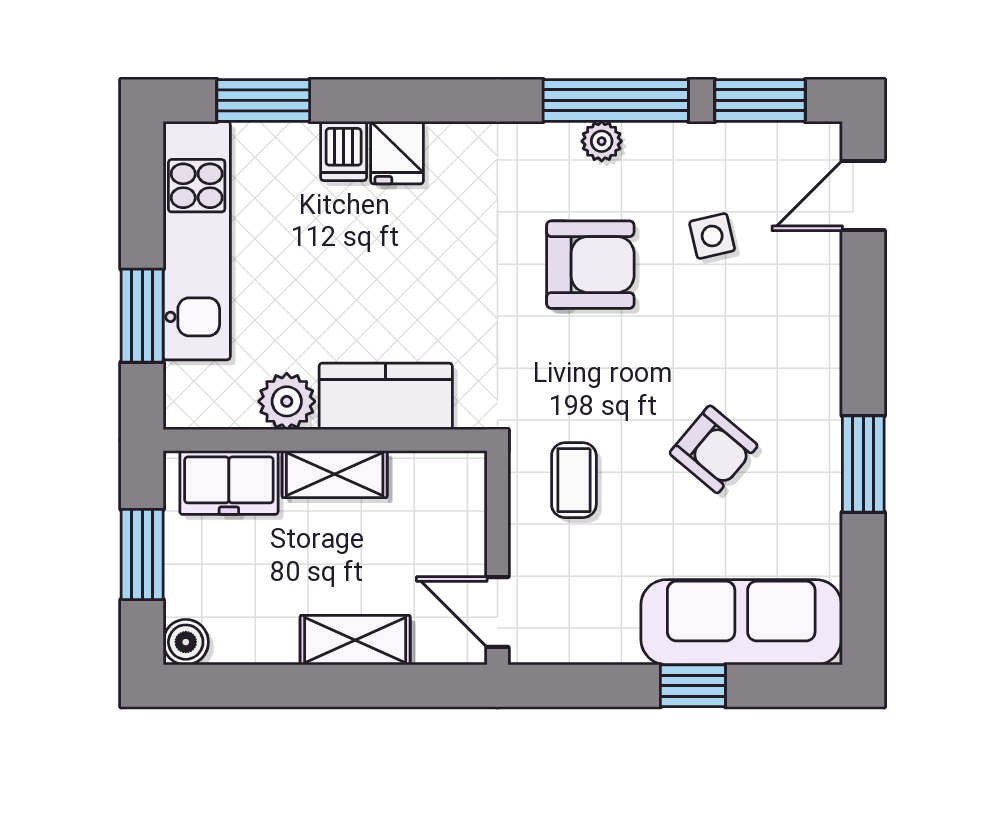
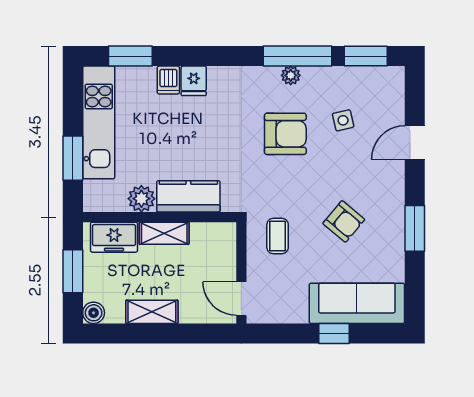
door: (863, 196) -> (415, 142), moved
shelving: (355, 640) -> (152, 312), moved

